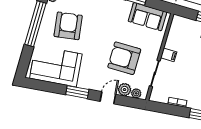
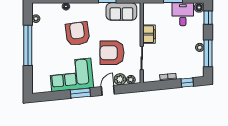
armchair: (68, 26) -> (78, 34), moved
filing cabinet: (169, 55) -> (149, 34), width x2.00
corner sofa: (56, 66) -> (71, 75), moved

